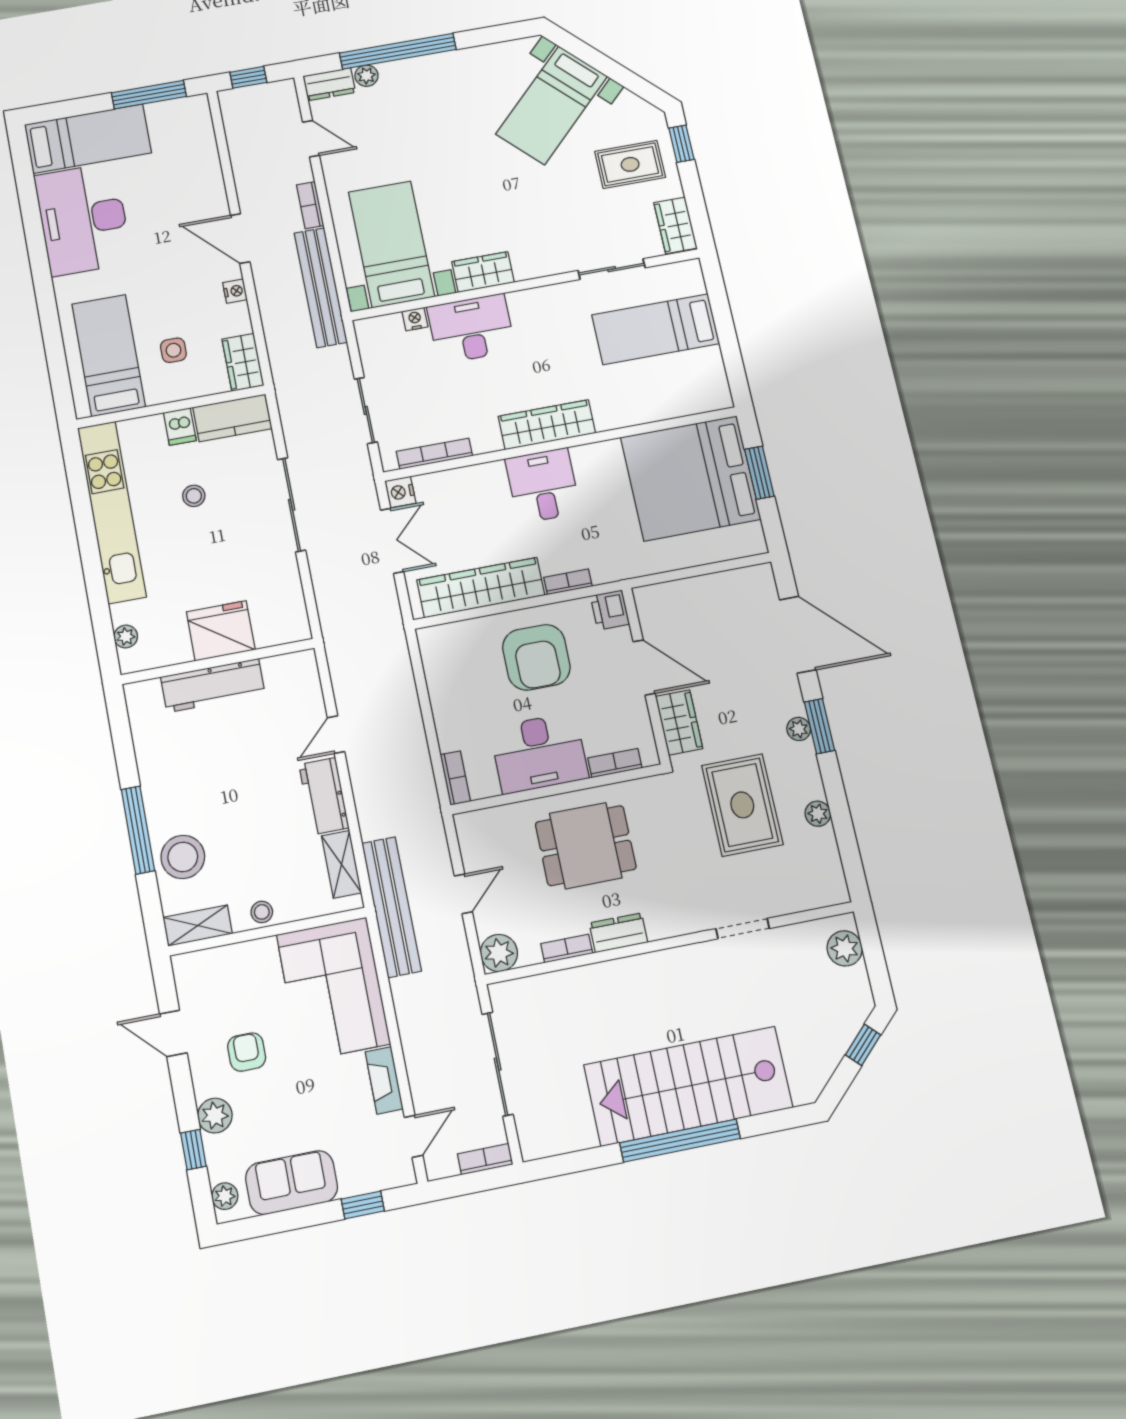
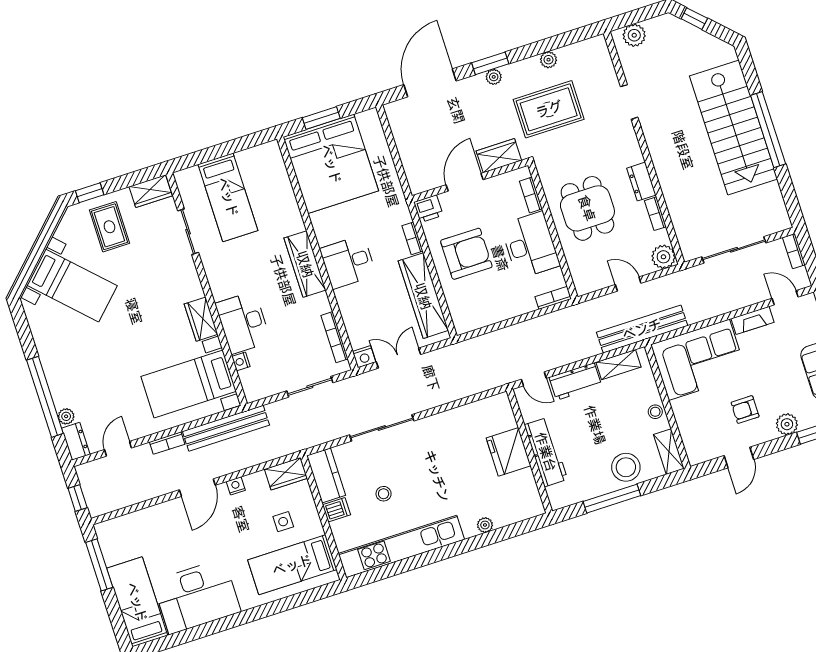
fridge: (221, 631) -> (509, 452), moved
wall: (218, 661) -> (529, 451), moved
workbench: (213, 686) -> (546, 452), moved

